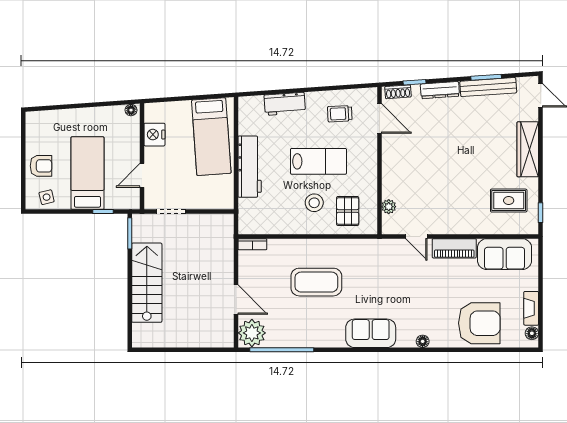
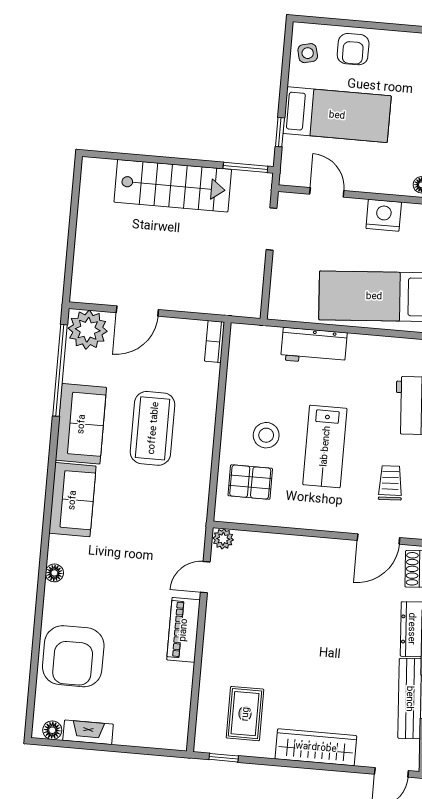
workbench: (250, 167) -> (314, 346), width x0.73
plant: (389, 207) -> (223, 539), moved
sofa: (505, 254) -> (81, 424), moved, turned 180

